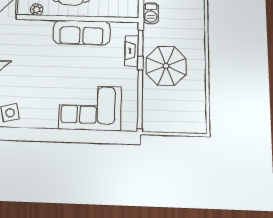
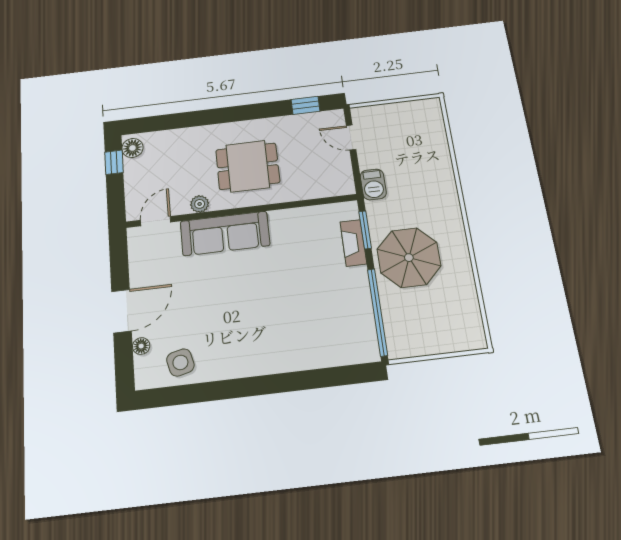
sofa: (82, 33) -> (225, 233), moved
corner sofa: (90, 108) -> (303, 336), removed

